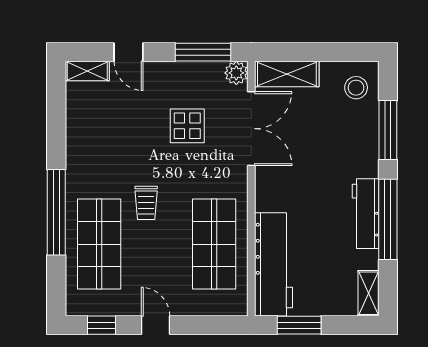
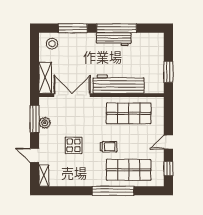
door: (129, 52) -> (35, 155), swing flipped
plant: (236, 73) -> (45, 123), moved
display table: (187, 126) -> (74, 145), moved
workbench: (274, 264) -> (118, 84), moved
shelving: (369, 293) -> (153, 38), removed

